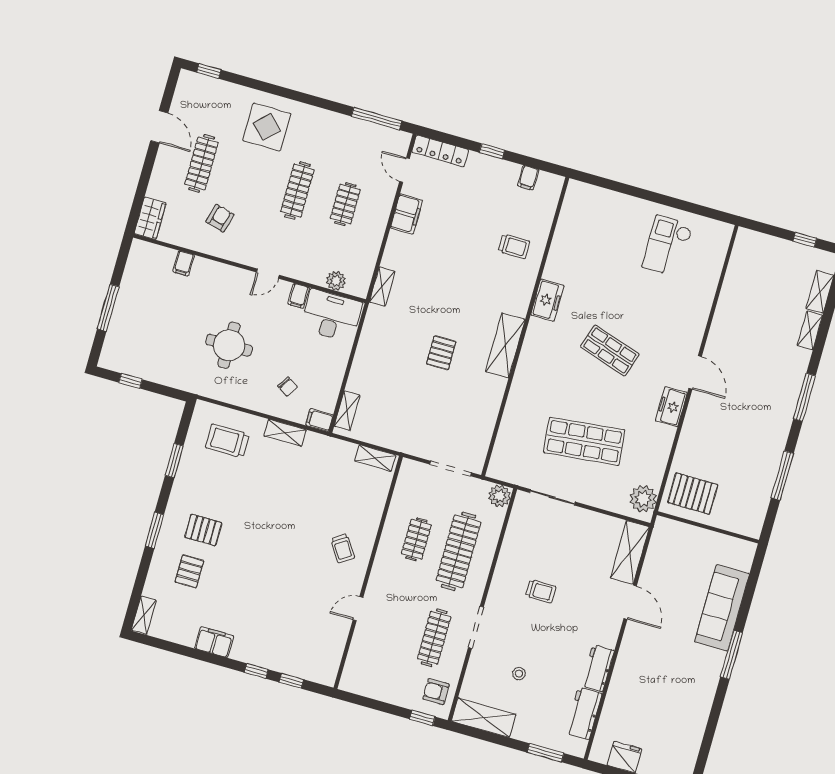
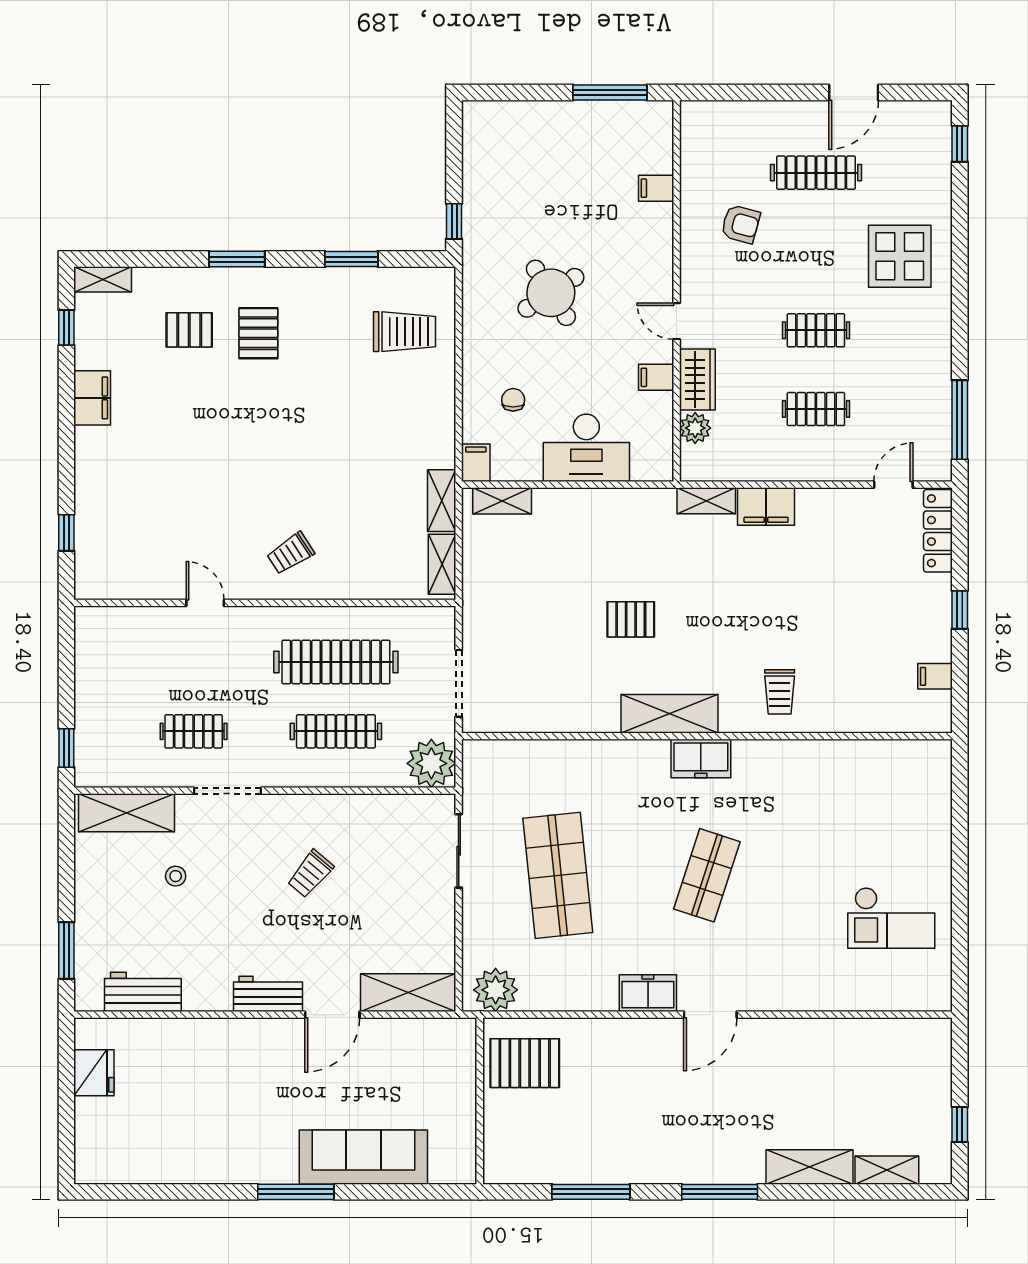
clothes rail: (297, 191) -> (816, 330), width x0.73
filing cabinet: (406, 214) -> (766, 507), moved
wardrobe: (150, 218) -> (697, 379), moved, turned -90
trolley: (514, 246) -> (780, 692), moved
checkout: (667, 246) -> (891, 918), turned 180
freezer: (547, 300) -> (701, 758), moved
window: (108, 308) -> (610, 92), moved
desk: (331, 316) -> (586, 448), moved, turned 90
shelving: (810, 330) -> (810, 1167), width x1.50, depth x1.33
round table: (229, 345) -> (551, 293), turned -33
window: (131, 381) -> (454, 221), moved
chair: (288, 387) -> (513, 400), turned 148
shelving: (285, 433) -> (442, 501), moved
trolley: (227, 441) -> (404, 332), turned 90
pallet: (693, 494) -> (525, 1063), turned 90
plant: (499, 496) -> (431, 763), width x1.36, depth x1.36
clothes rail: (416, 539) -> (336, 662), width x1.86, depth x1.31
clothes rail: (459, 551) -> (336, 731), width x0.73, depth x0.76
trolley: (541, 591) -> (310, 874), turned 40
clothes rail: (434, 638) -> (194, 731), width x0.73
workbench: (598, 668) -> (268, 994), moved
window: (256, 671) -> (66, 328), moved
armchair: (436, 692) -> (112, 758), removed
shelving: (484, 718) -> (127, 813), moved, turned 90

